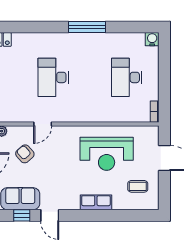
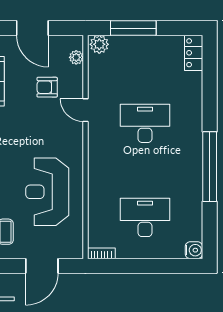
window: (87, 27) -> (210, 167), width x1.46
armchair: (25, 154) -> (47, 87), turned -139

